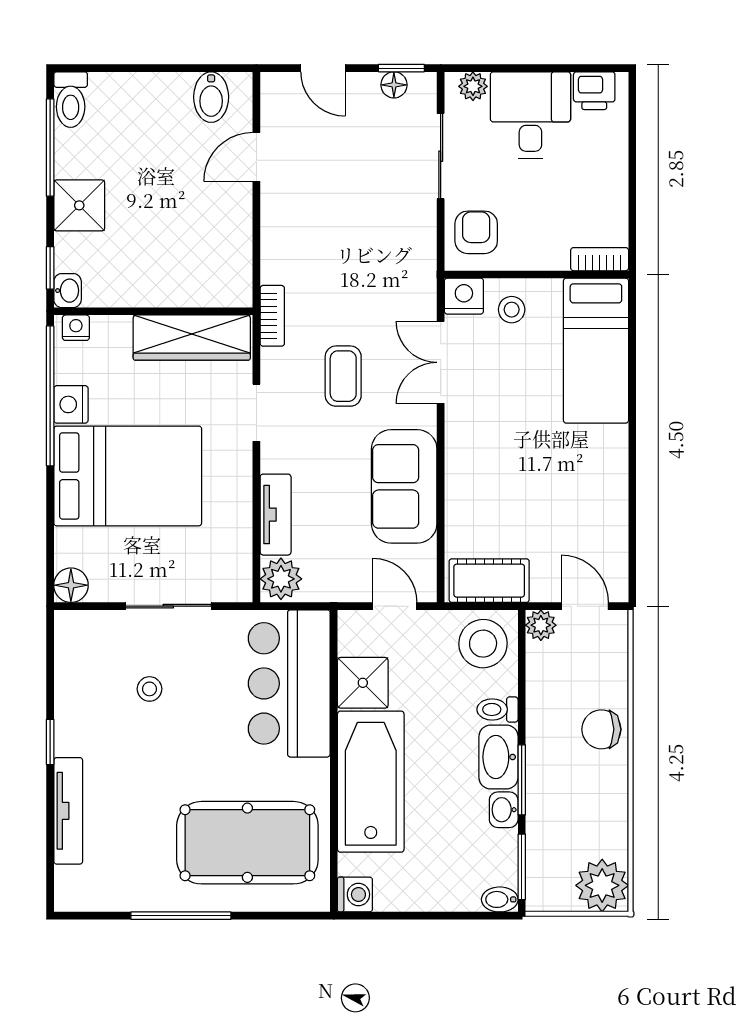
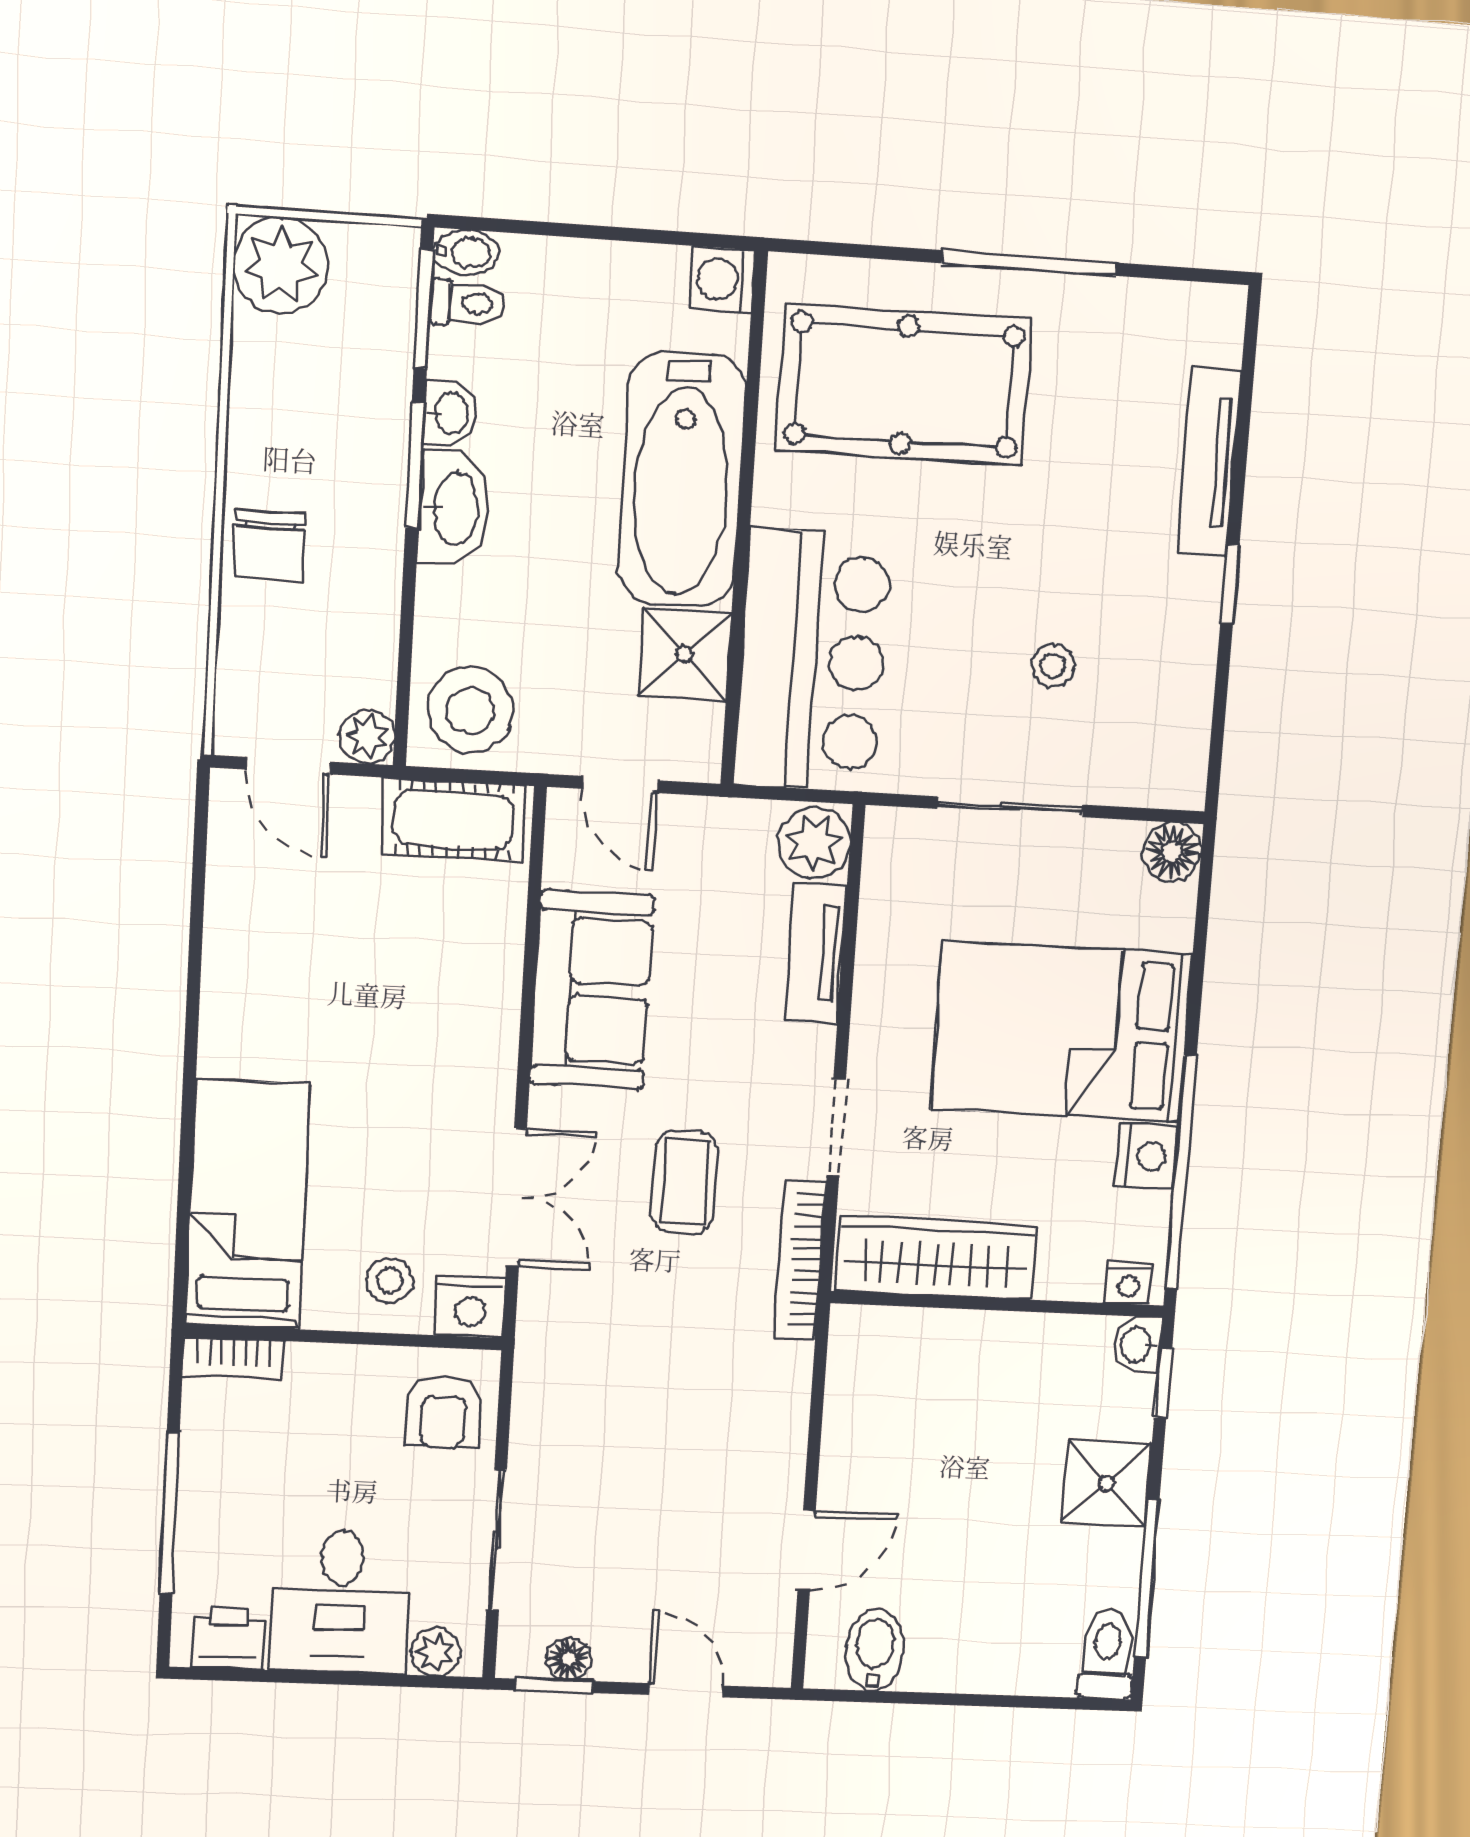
window: (632, 165) -> (170, 1513), added
bookcase: (272, 316) -> (800, 1260), width x1.56
toilet: (498, 709) -> (467, 303), moved
chair: (601, 729) -> (269, 546), turned 90

